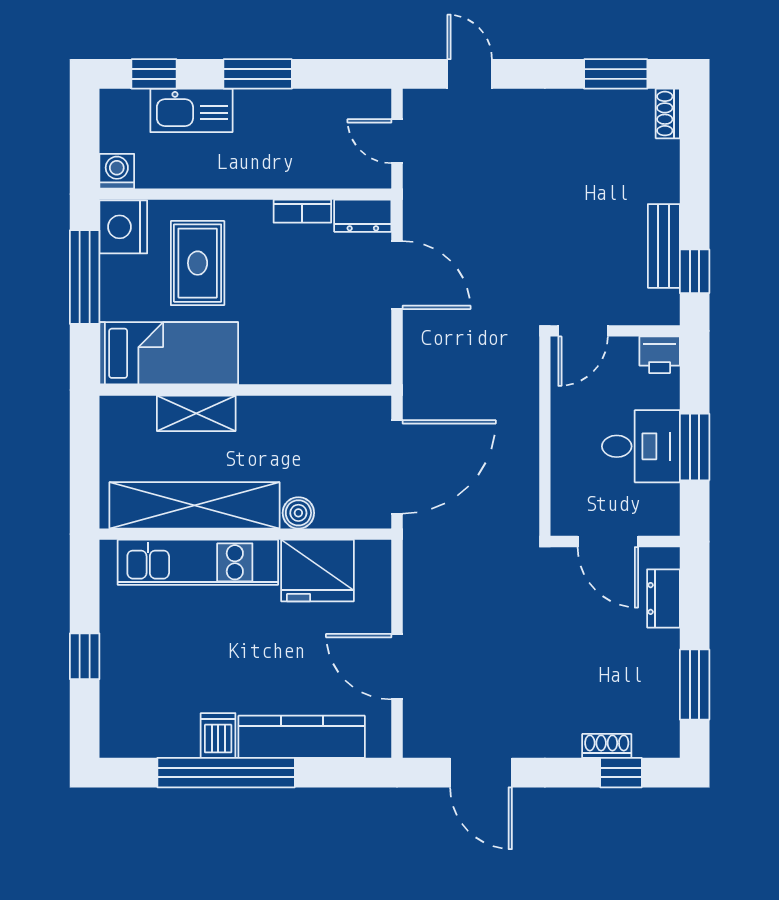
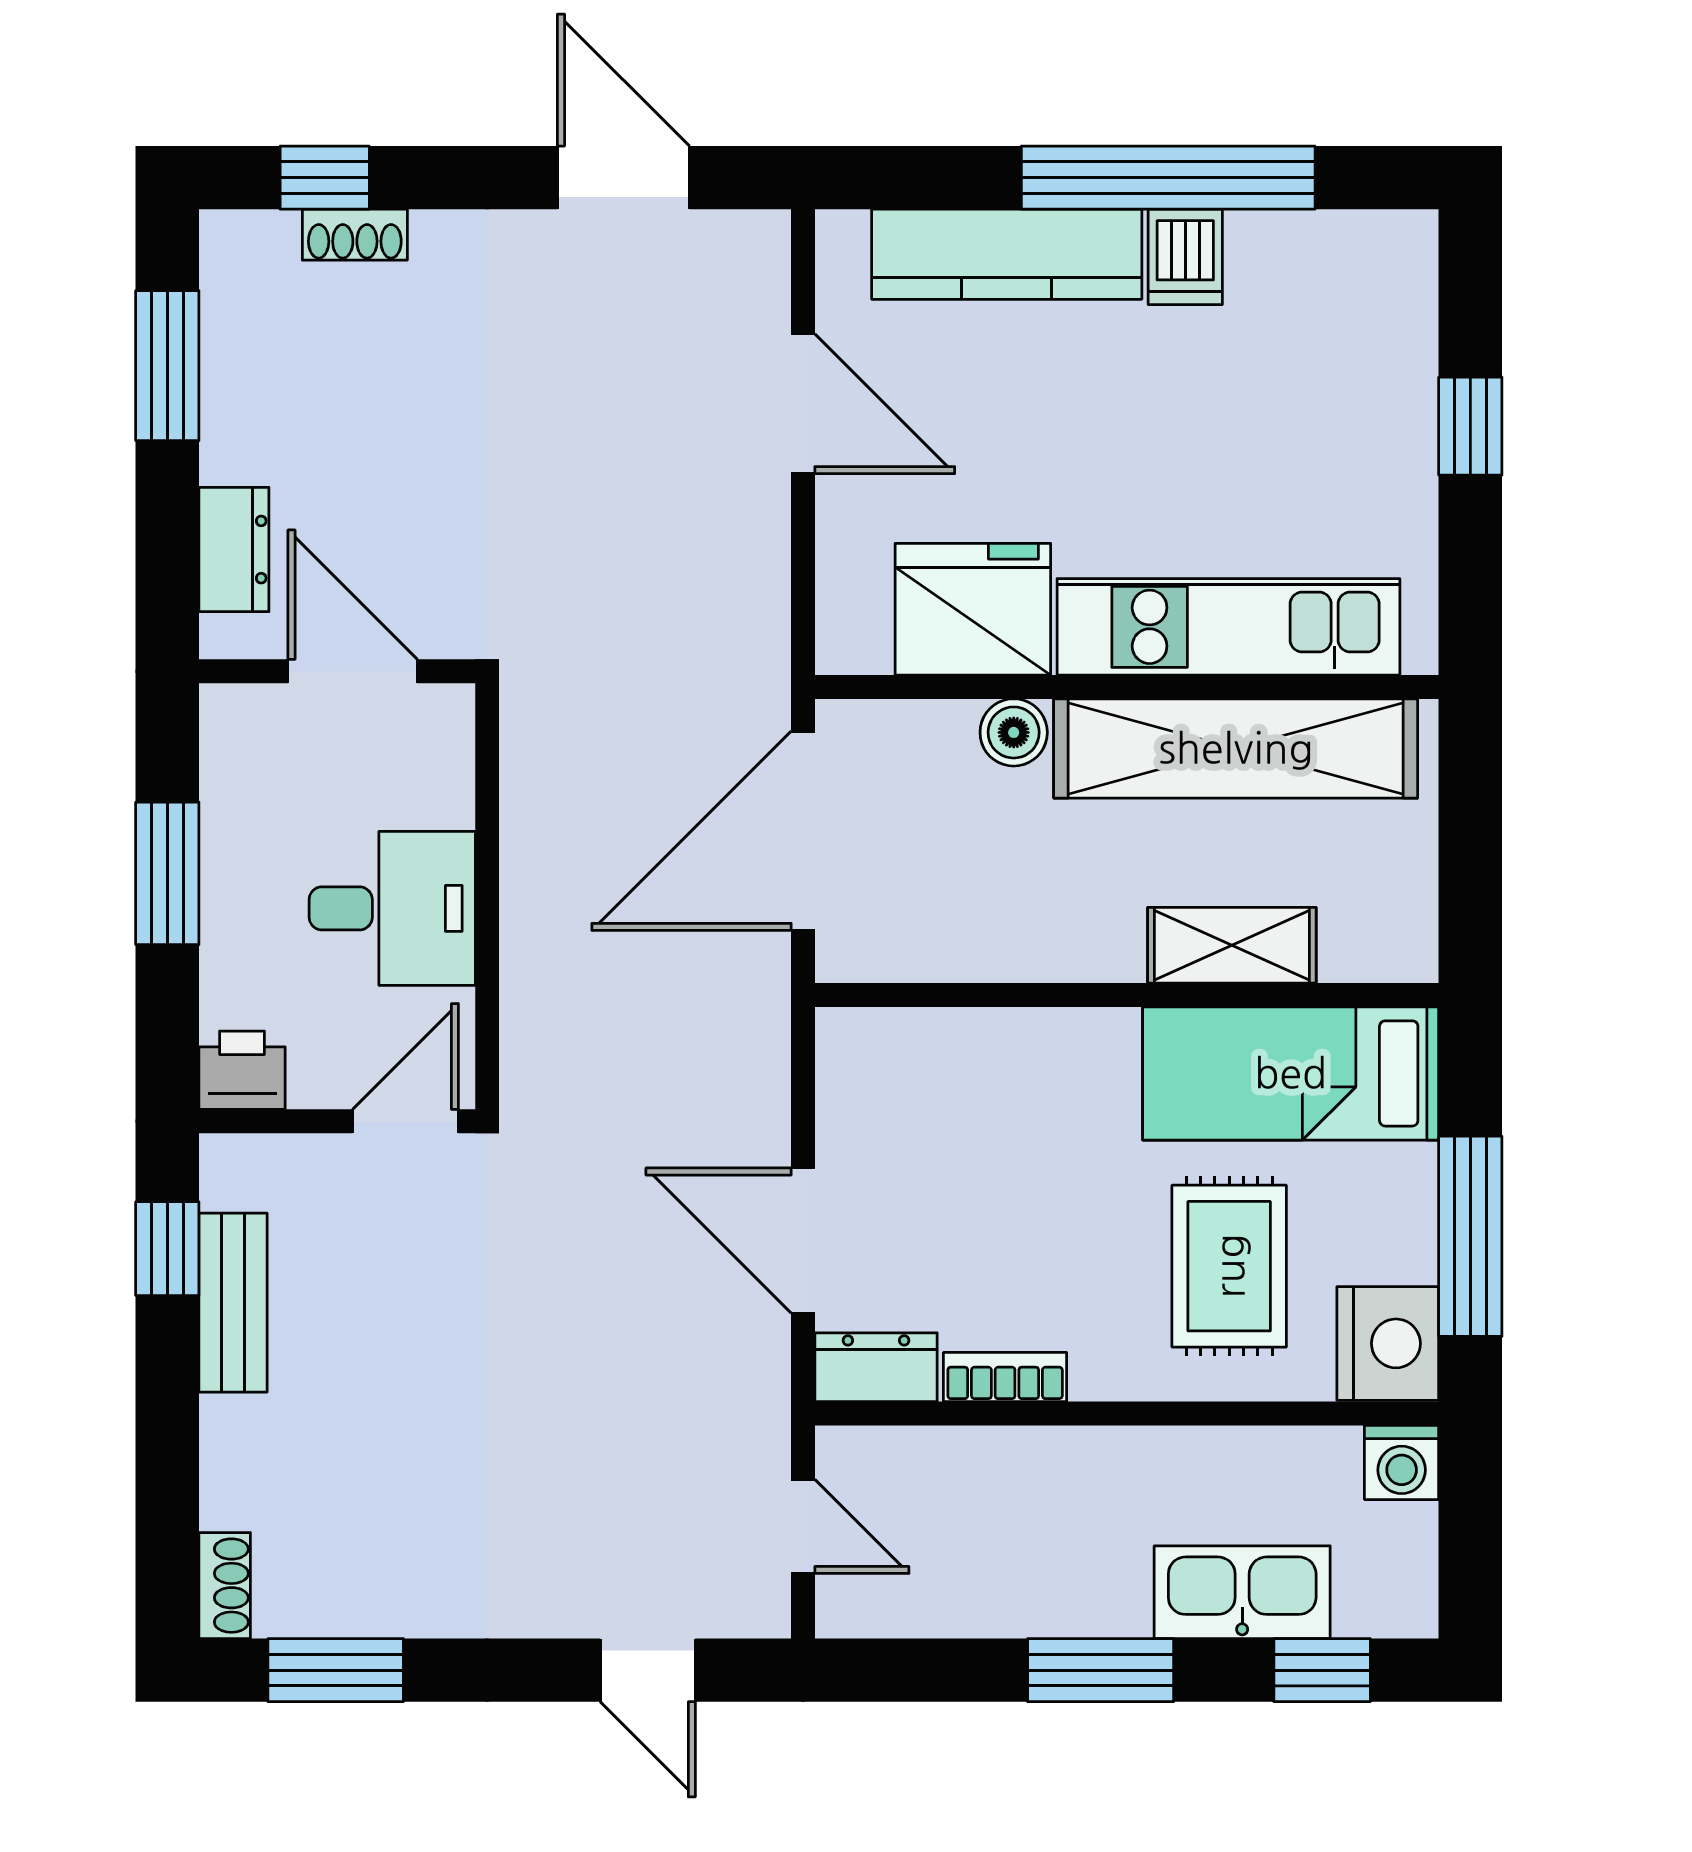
desk: (641, 446) -> (392, 908), moved, turned 180

